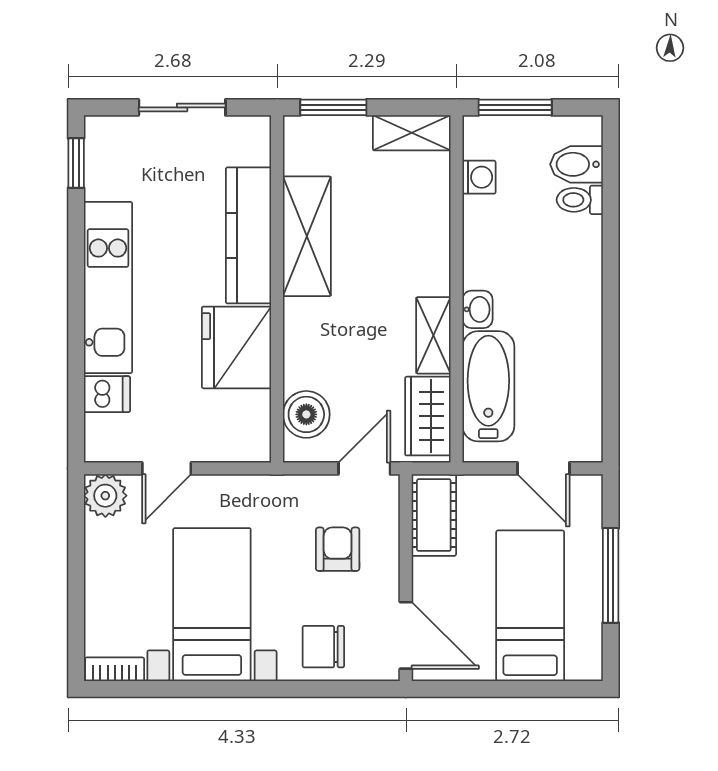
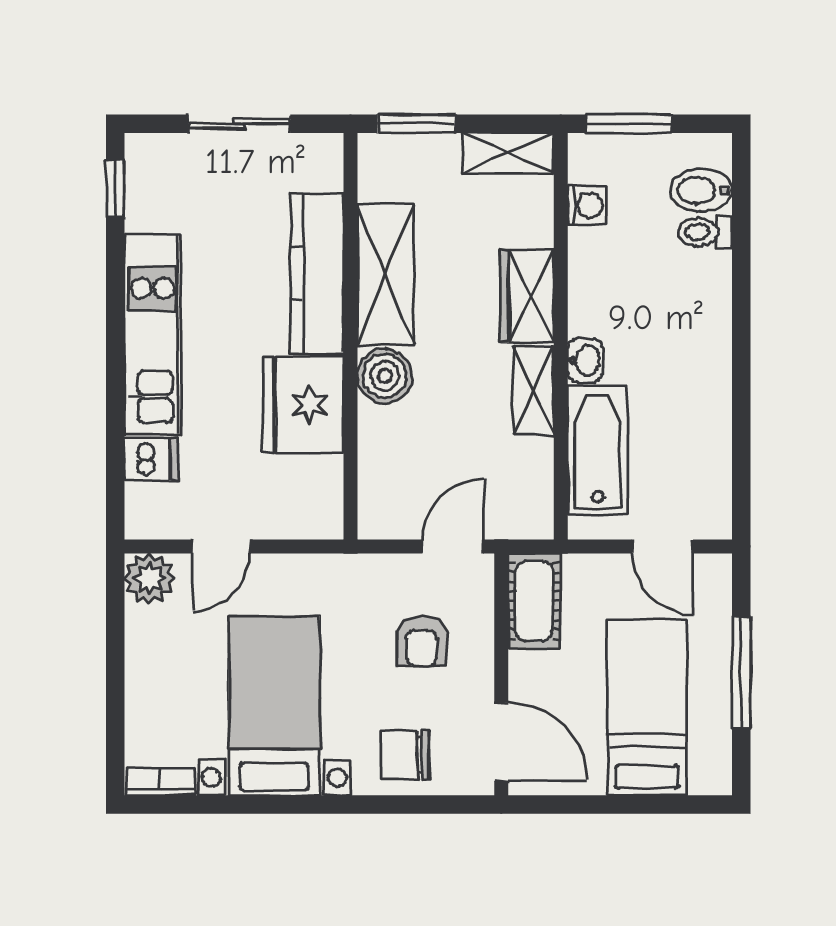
boiler: (306, 414) -> (385, 376), moved
wardrobe: (428, 416) -> (527, 296), moved
armchair: (338, 549) -> (421, 641), turned 180

